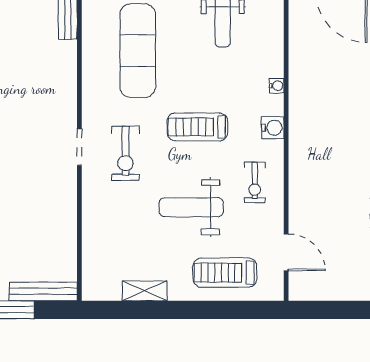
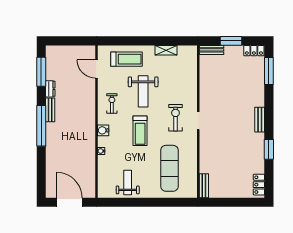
treadmill: (197, 127) -> (140, 131), turned 90
weight bench: (191, 207) -> (143, 91), turned 90
bench: (43, 291) -> (211, 50), width x0.73

